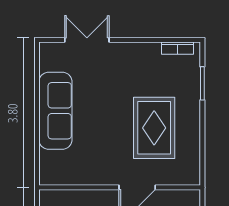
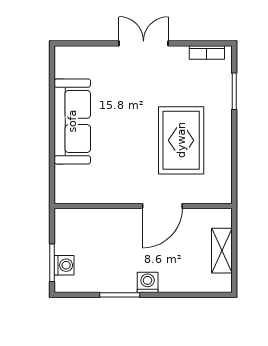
double door: (87, 40) -> (144, 43), moved

